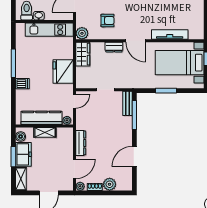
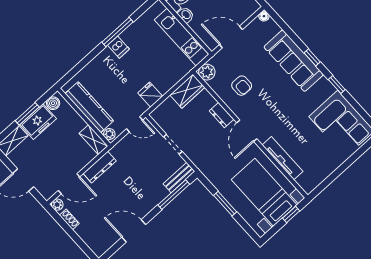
fridge: (63, 71) -> (150, 95), width x0.53, depth x0.75
dishwasher: (22, 84) -> (118, 47), moved
shelving: (45, 132) -> (93, 140), moved
plant: (110, 184) -> (85, 231), removed

